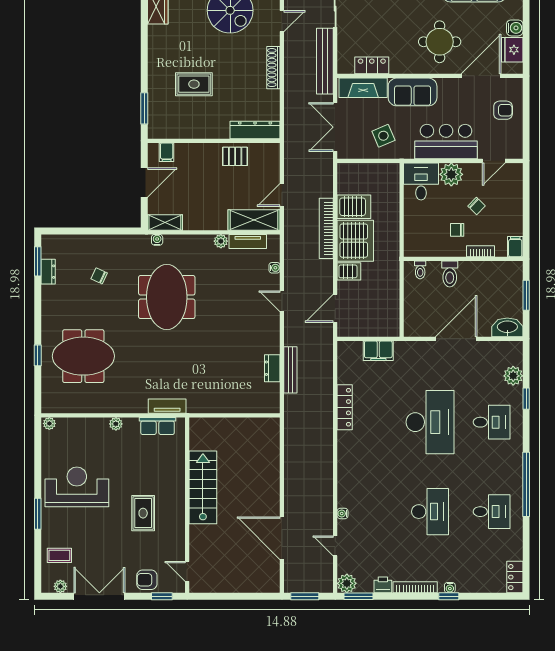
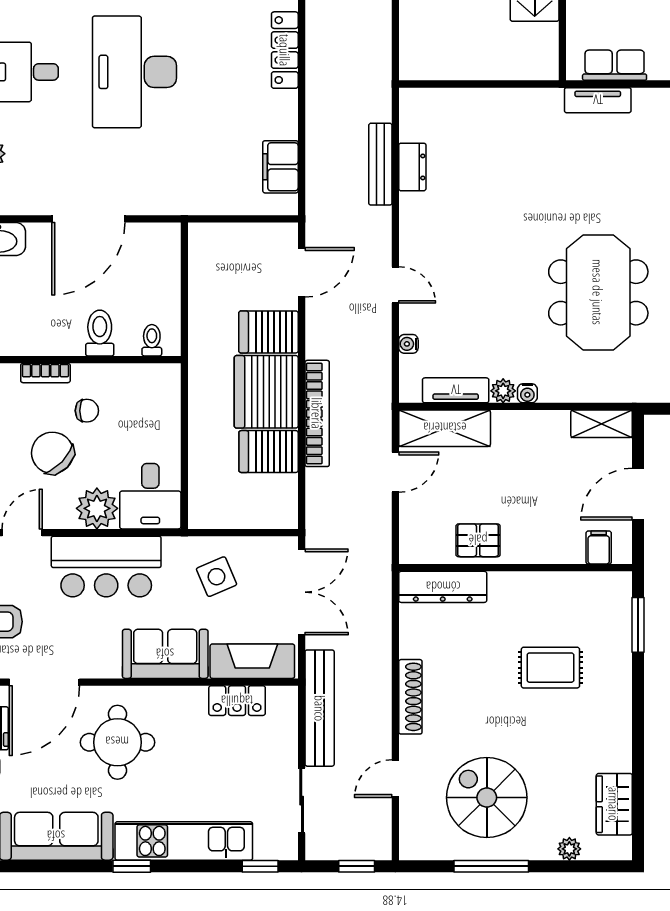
chair: (477, 206) -> (52, 453), width x1.87, depth x1.87
water cooler: (157, 240) -> (527, 393), moved
server rack: (349, 271) -> (268, 332), width x1.36, depth x1.44
filing cabinet: (378, 351) -> (280, 167), moved, turned -90
locker: (345, 407) -> (285, 50), moved

